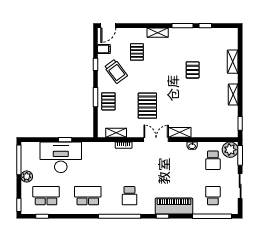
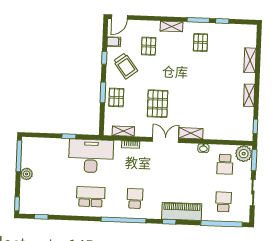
pallet: (193, 70) -> (200, 42), moved
desk: (61, 157) -> (91, 156), moved
school desk: (46, 196) -> (46, 195), removed
school desk: (129, 196) -> (135, 198), turned 180

